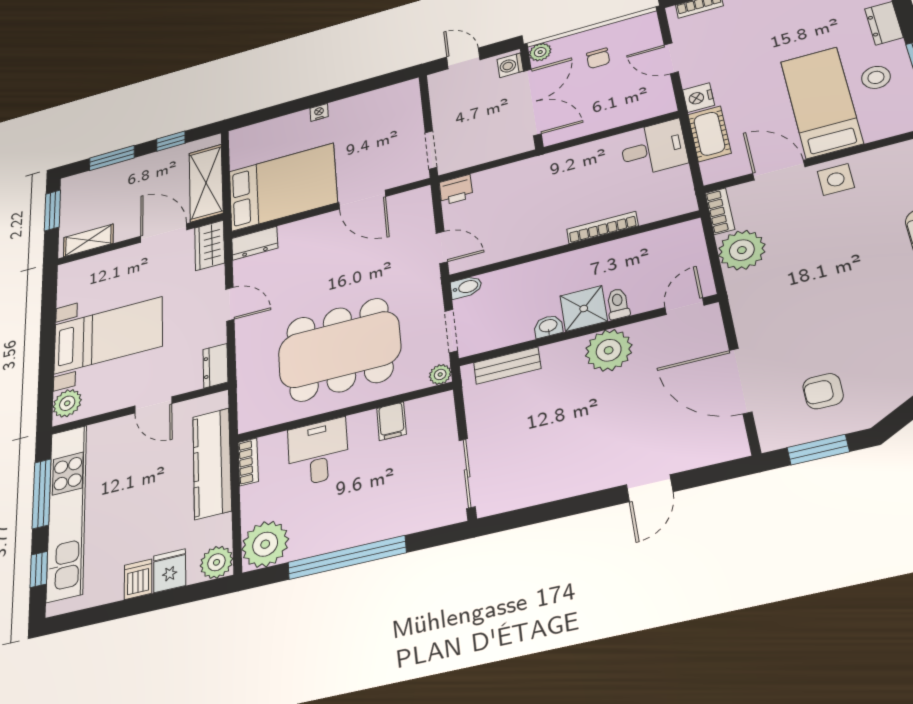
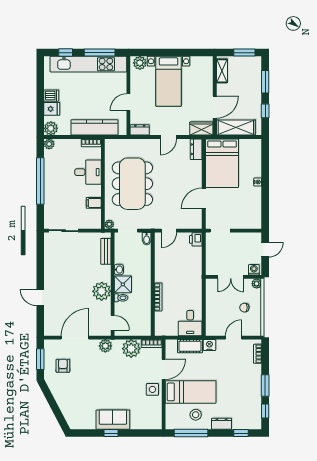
double door: (532, 102) -> (231, 277), width x0.73
plant: (747, 307) -> (105, 346), added
plant: (265, 544) -> (49, 144), width x0.53, depth x0.53

